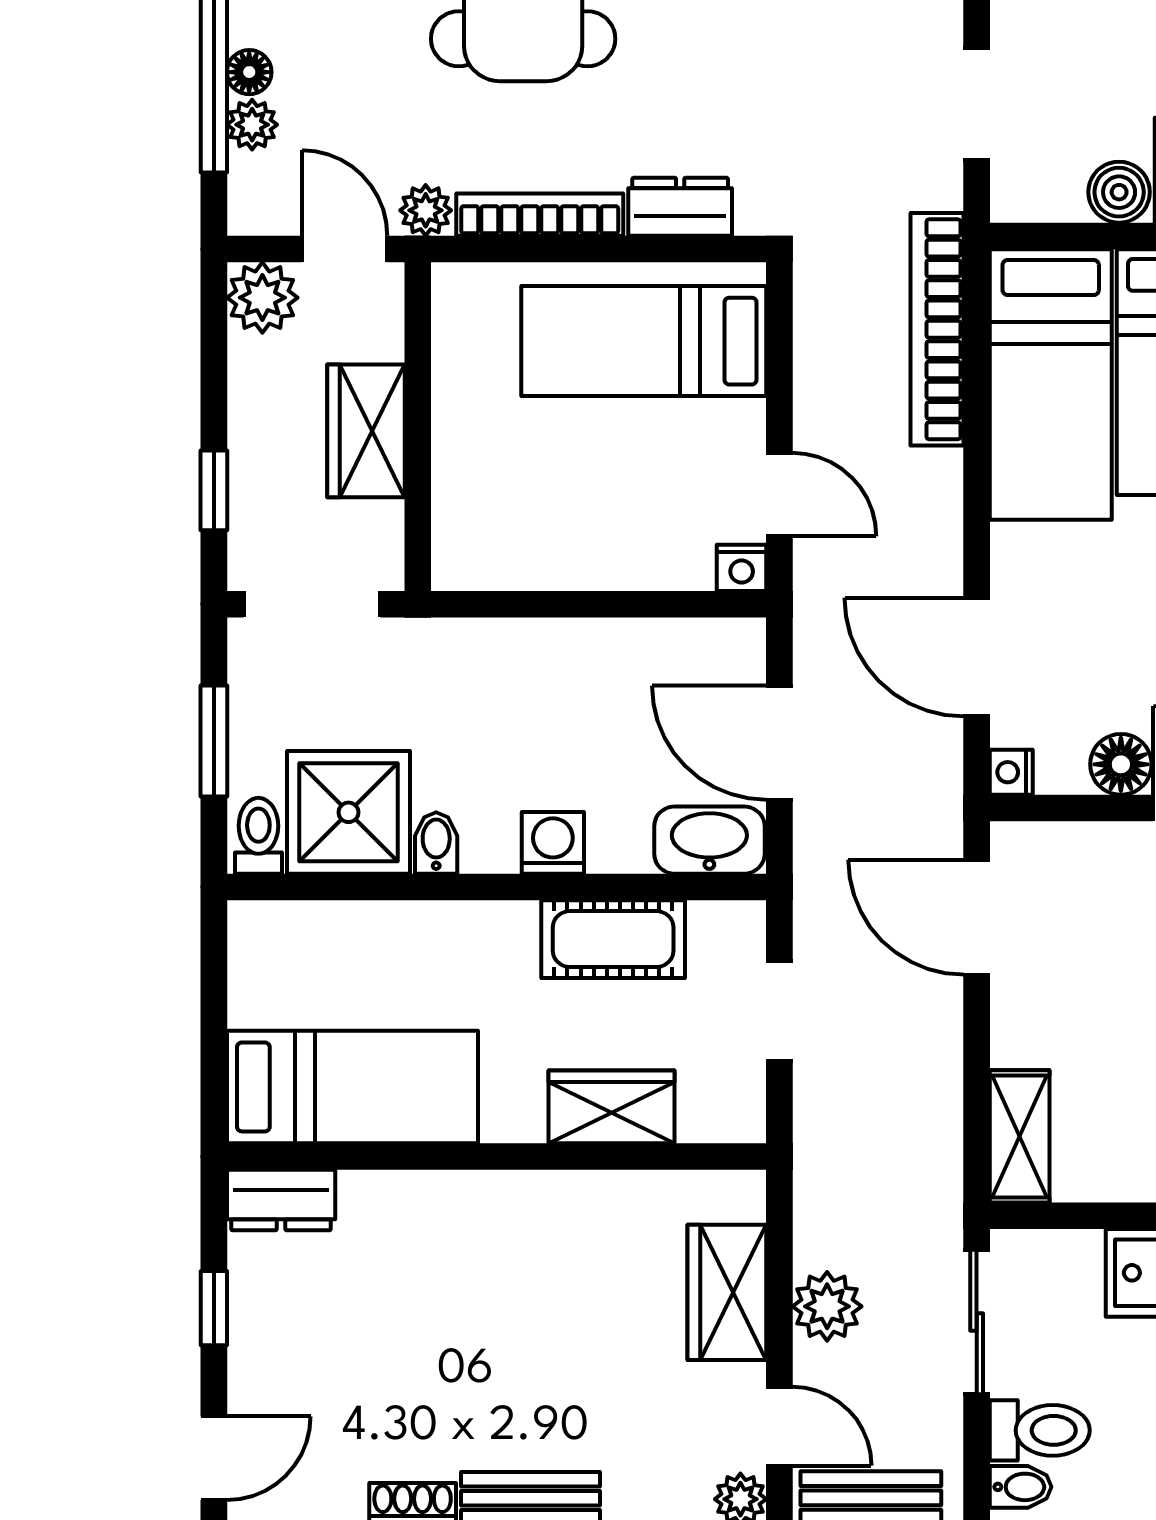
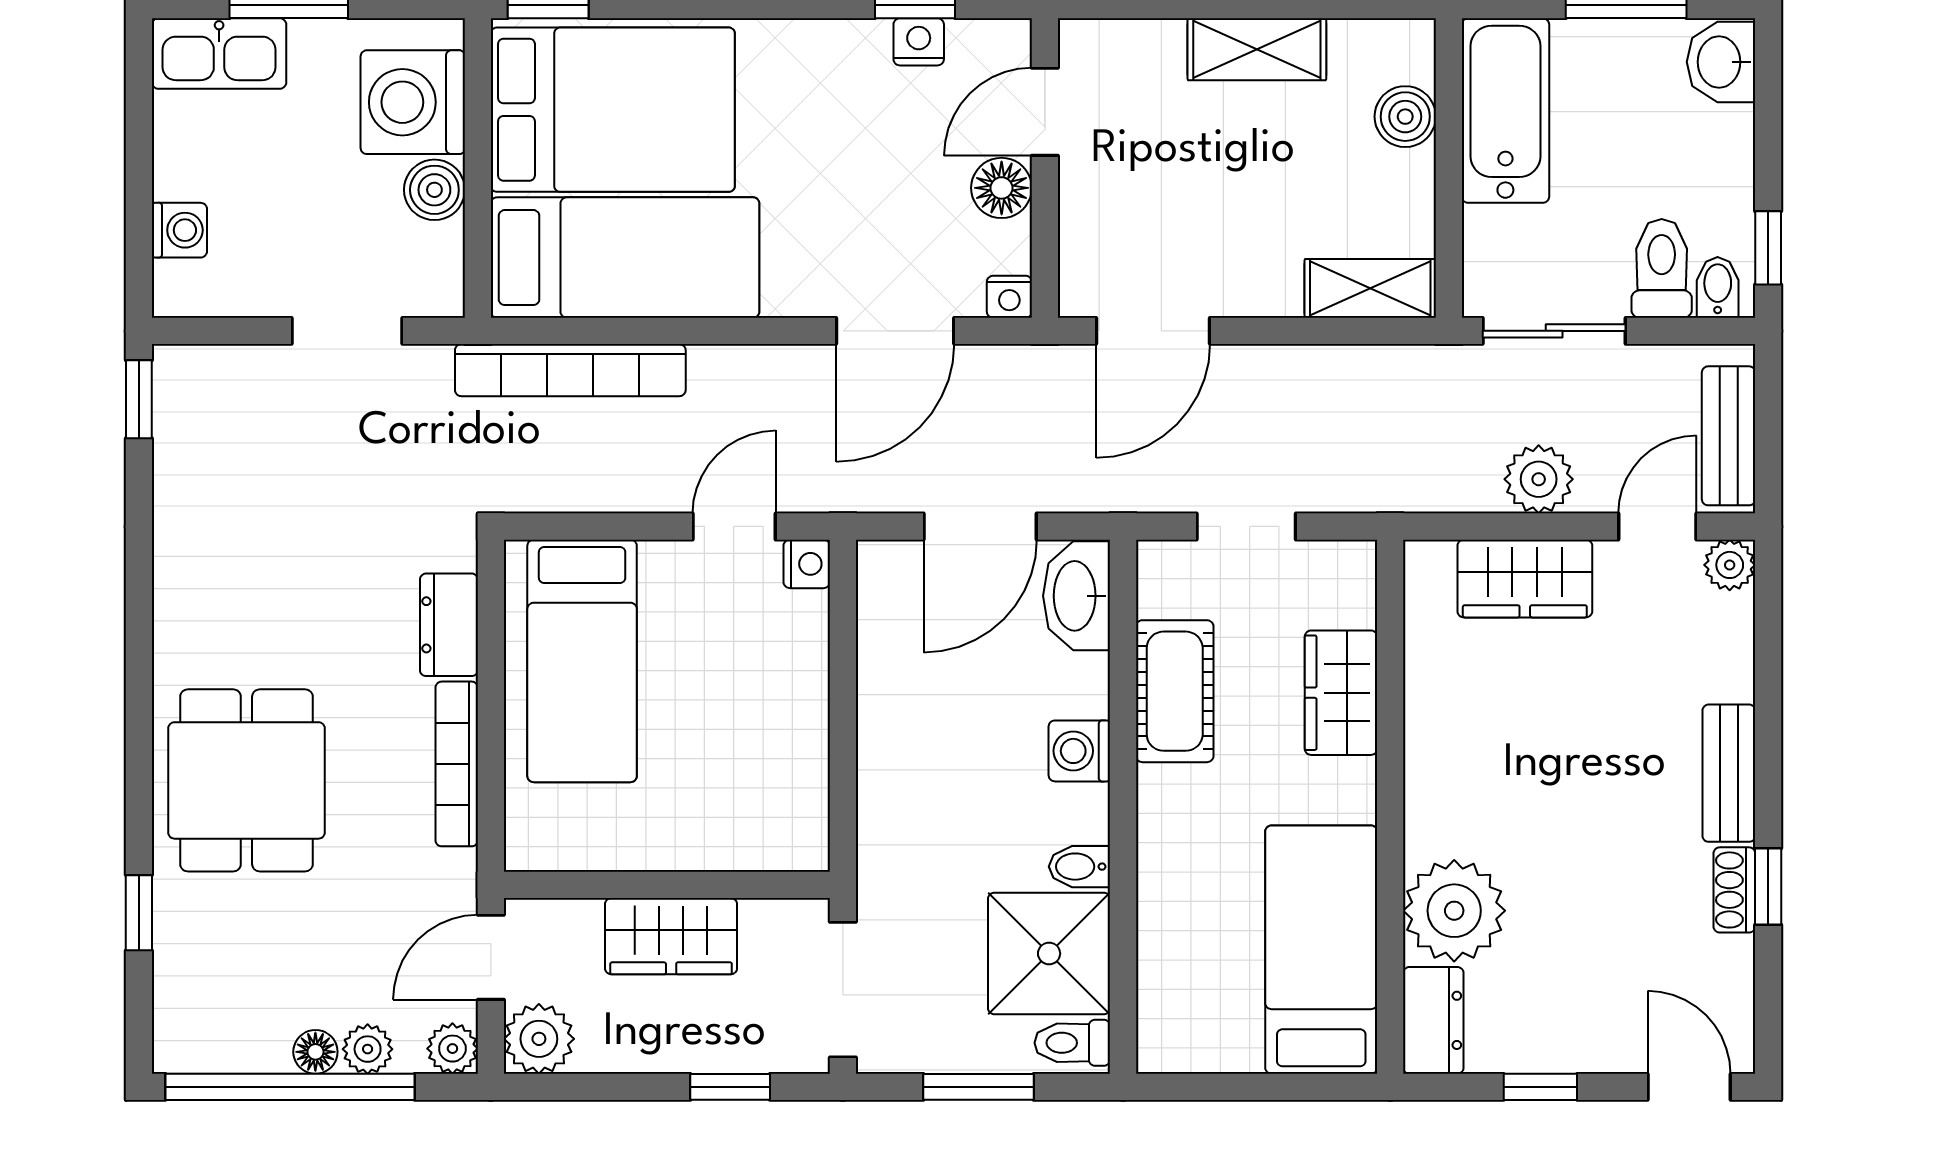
plant: (426, 210) -> (452, 1049), moved
plant: (392, 1221) -> (1454, 911), added

